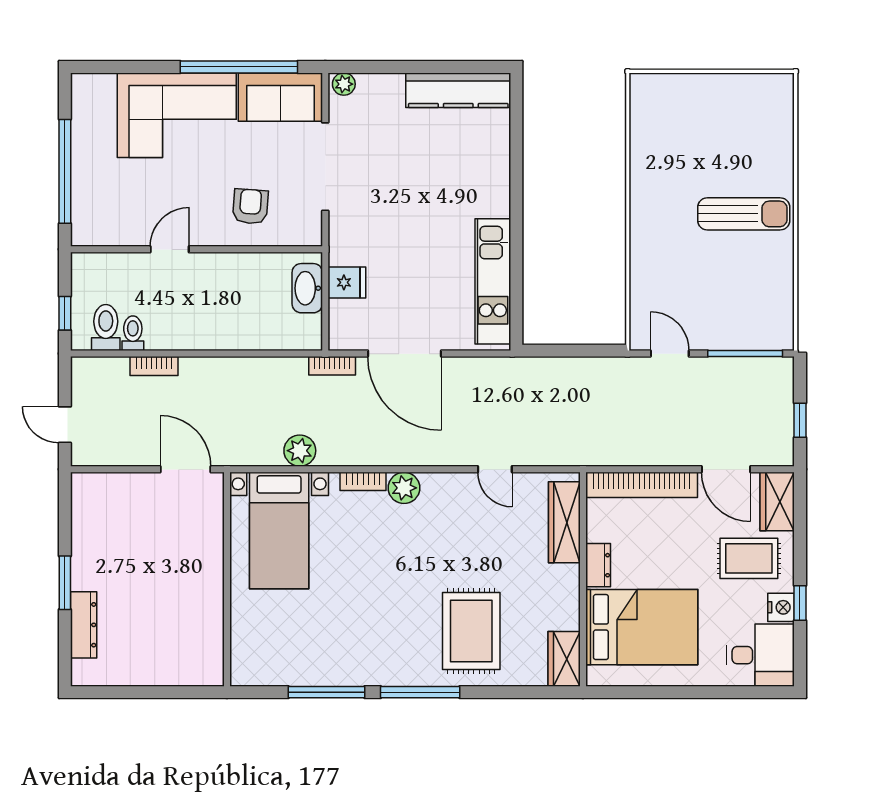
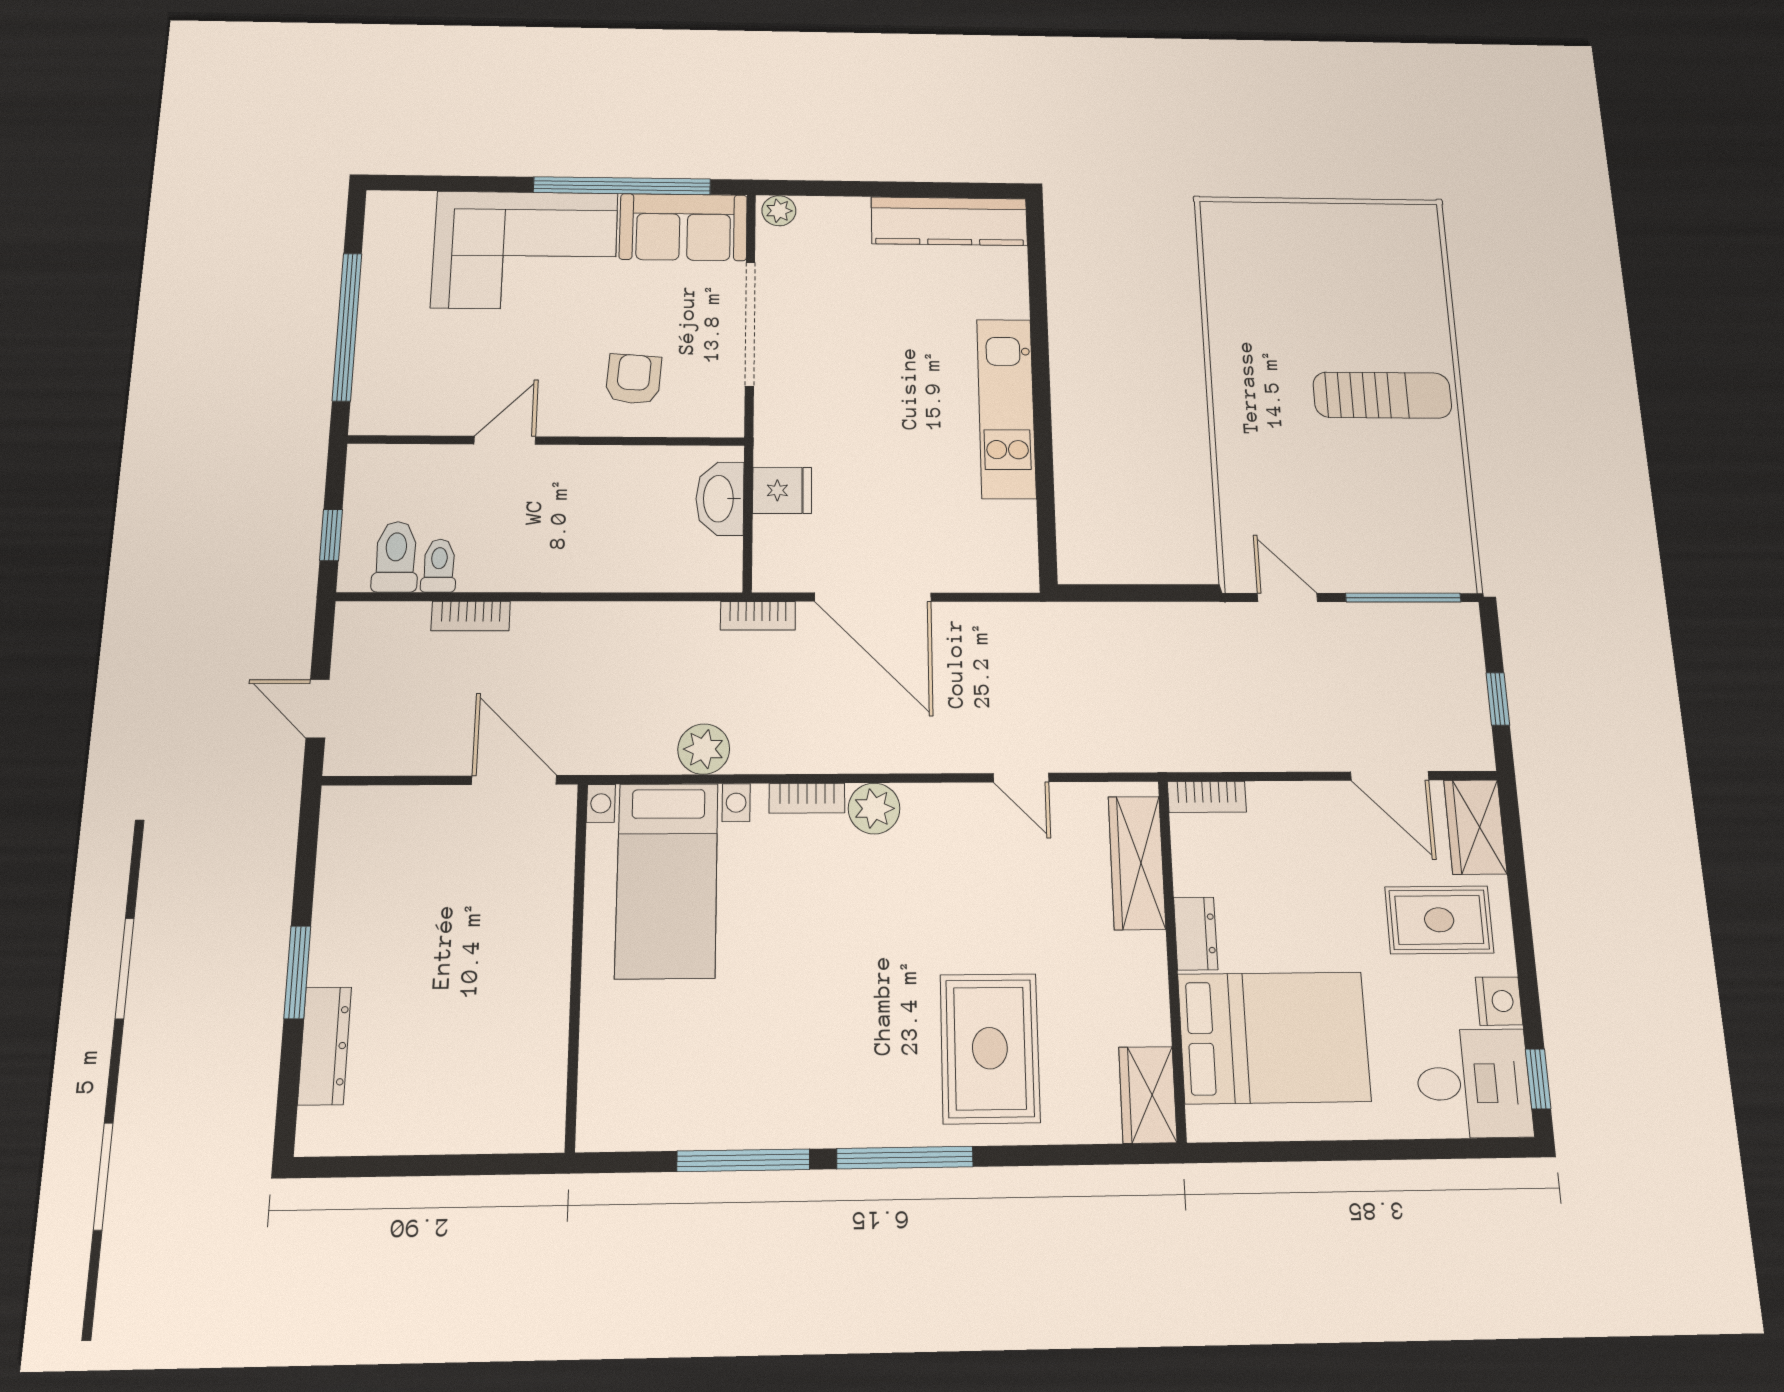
kitchen unit: (493, 281) -> (1006, 408), moved
bookcase: (642, 485) -> (1207, 797), width x0.43, depth x0.76
window: (800, 603) -> (1538, 1079), moved

